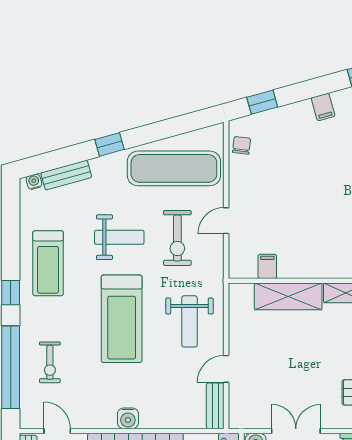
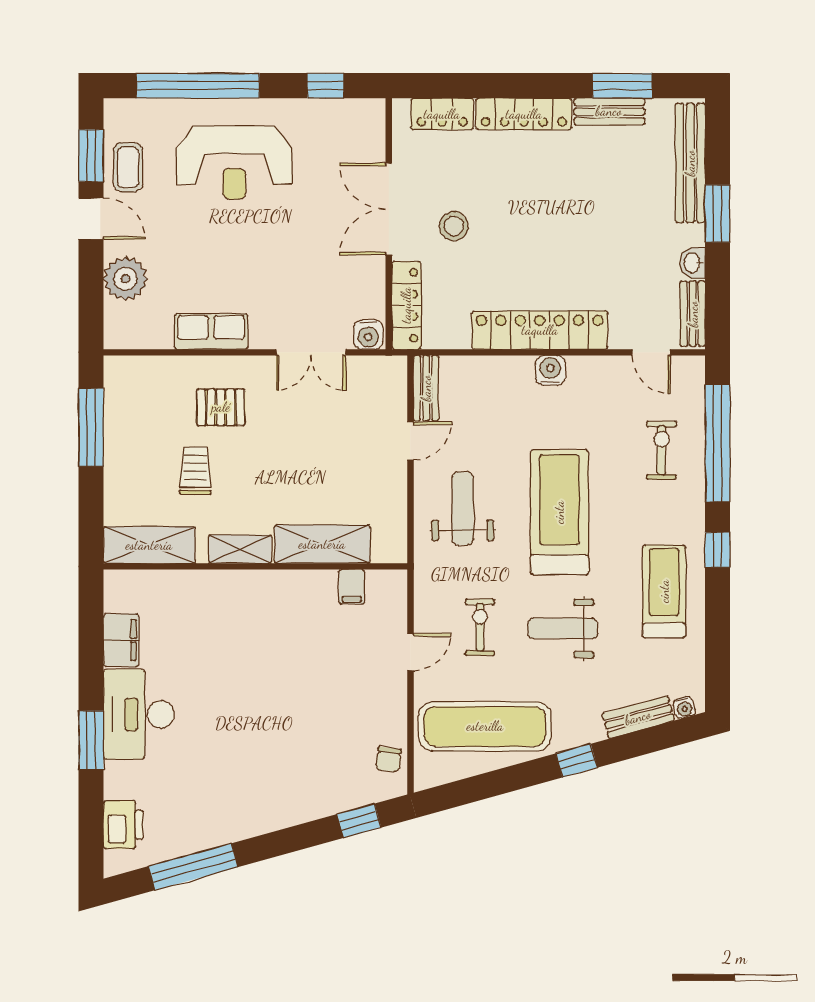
filing cabinet: (323, 107) -> (272, 814), removed
exercise bike: (177, 238) -> (480, 627), width x0.73, depth x0.72

